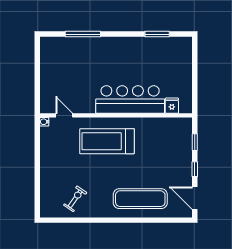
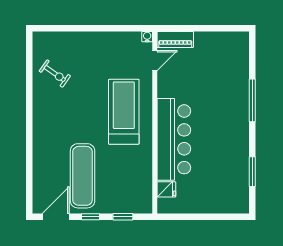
window: (83, 34) -> (252, 100), moved
piano: (47, 98) -> (175, 39), added
exercise mat: (140, 199) -> (83, 176), moved

